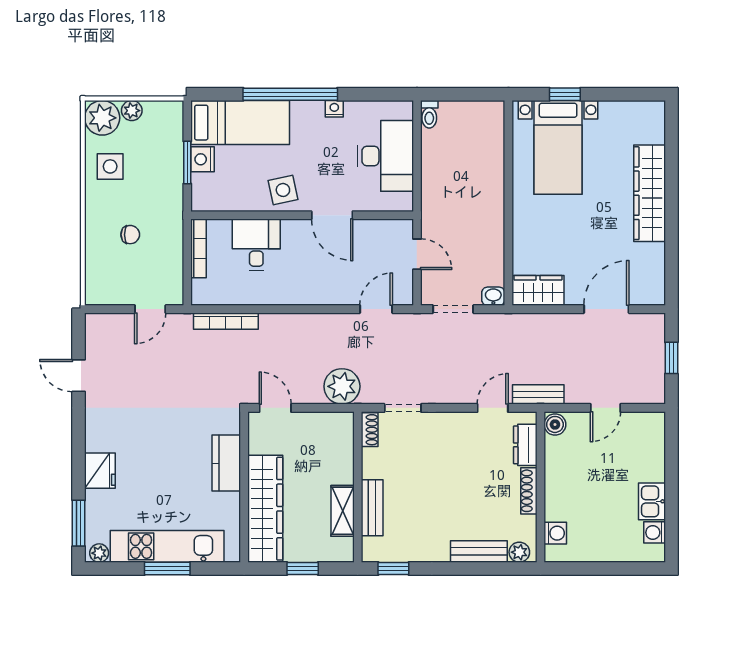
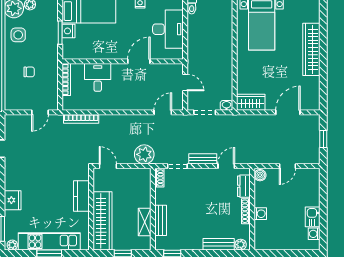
side table: (283, 190) -> (112, 48), removed
door: (332, 215) -> (139, 61), swing flipped
bench: (538, 394) -> (203, 159), moved
washing machine: (555, 533) -> (260, 214), moved

